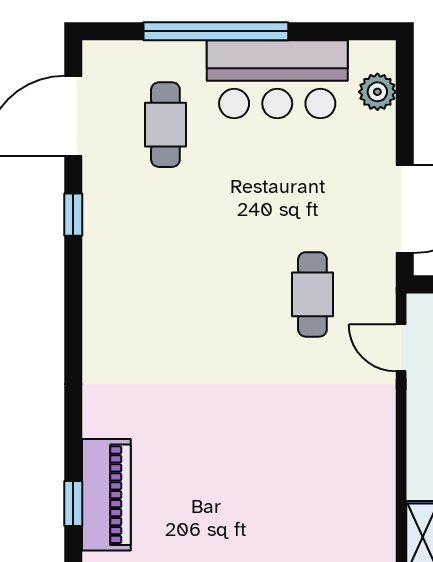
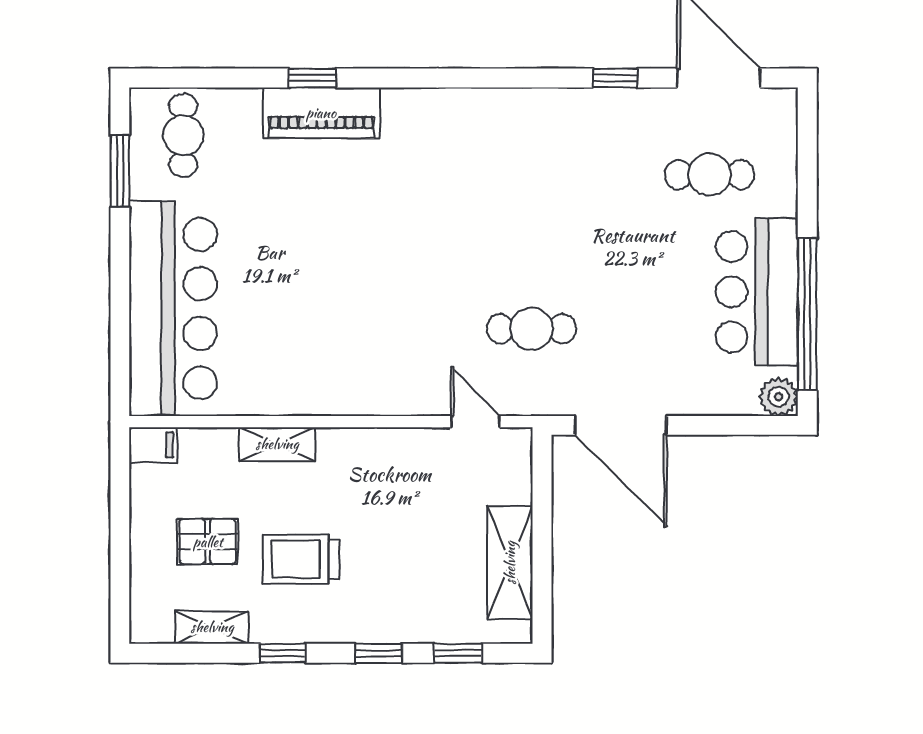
window: (216, 31) -> (807, 314), moved
plant: (377, 92) -> (779, 397), moved
door: (401, 348) -> (475, 422), hinge flipped

